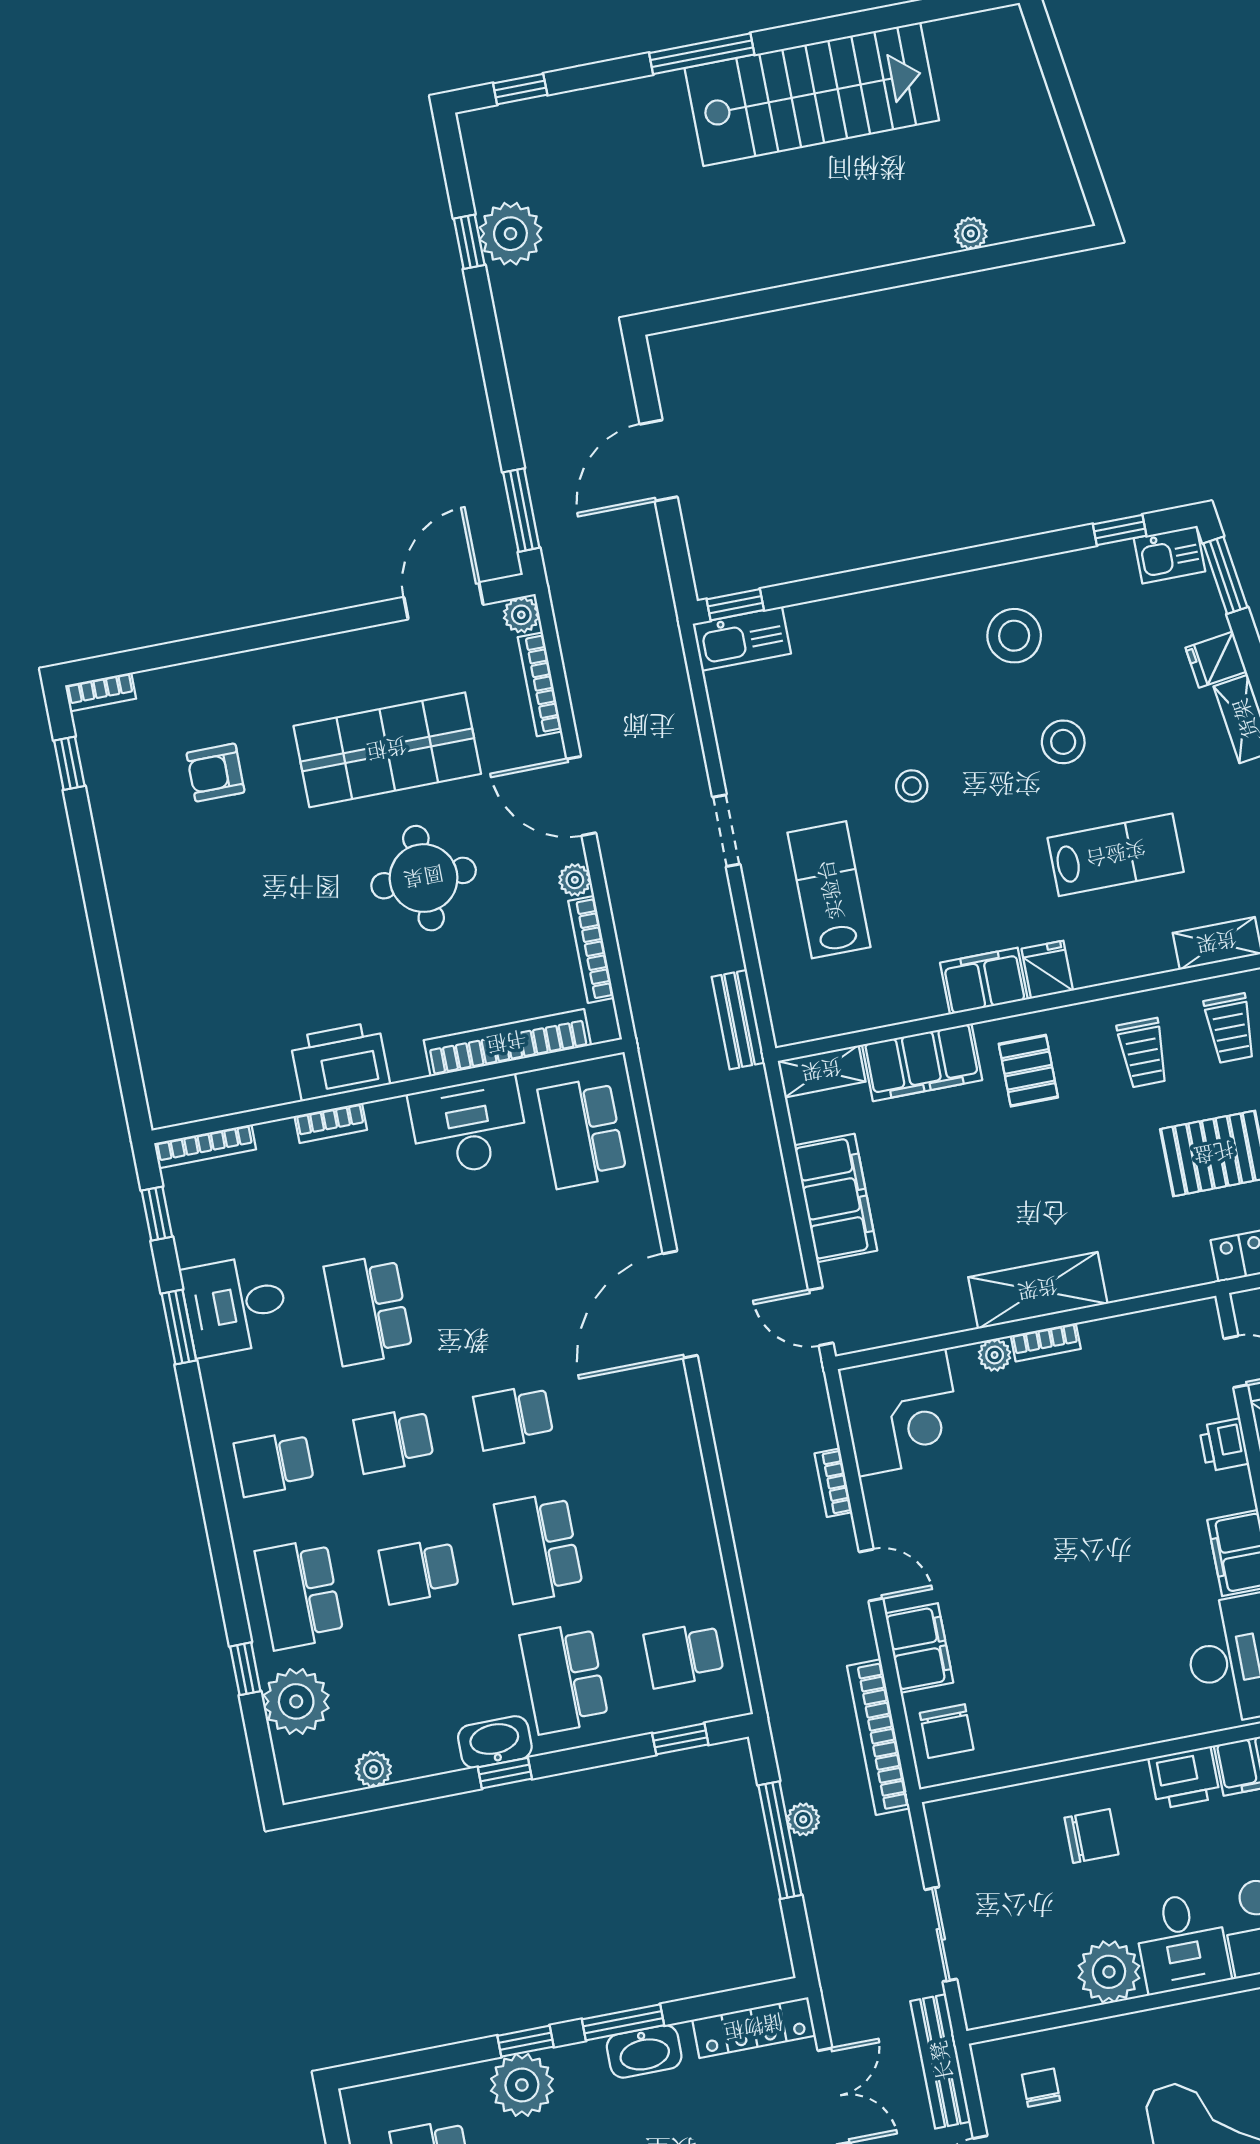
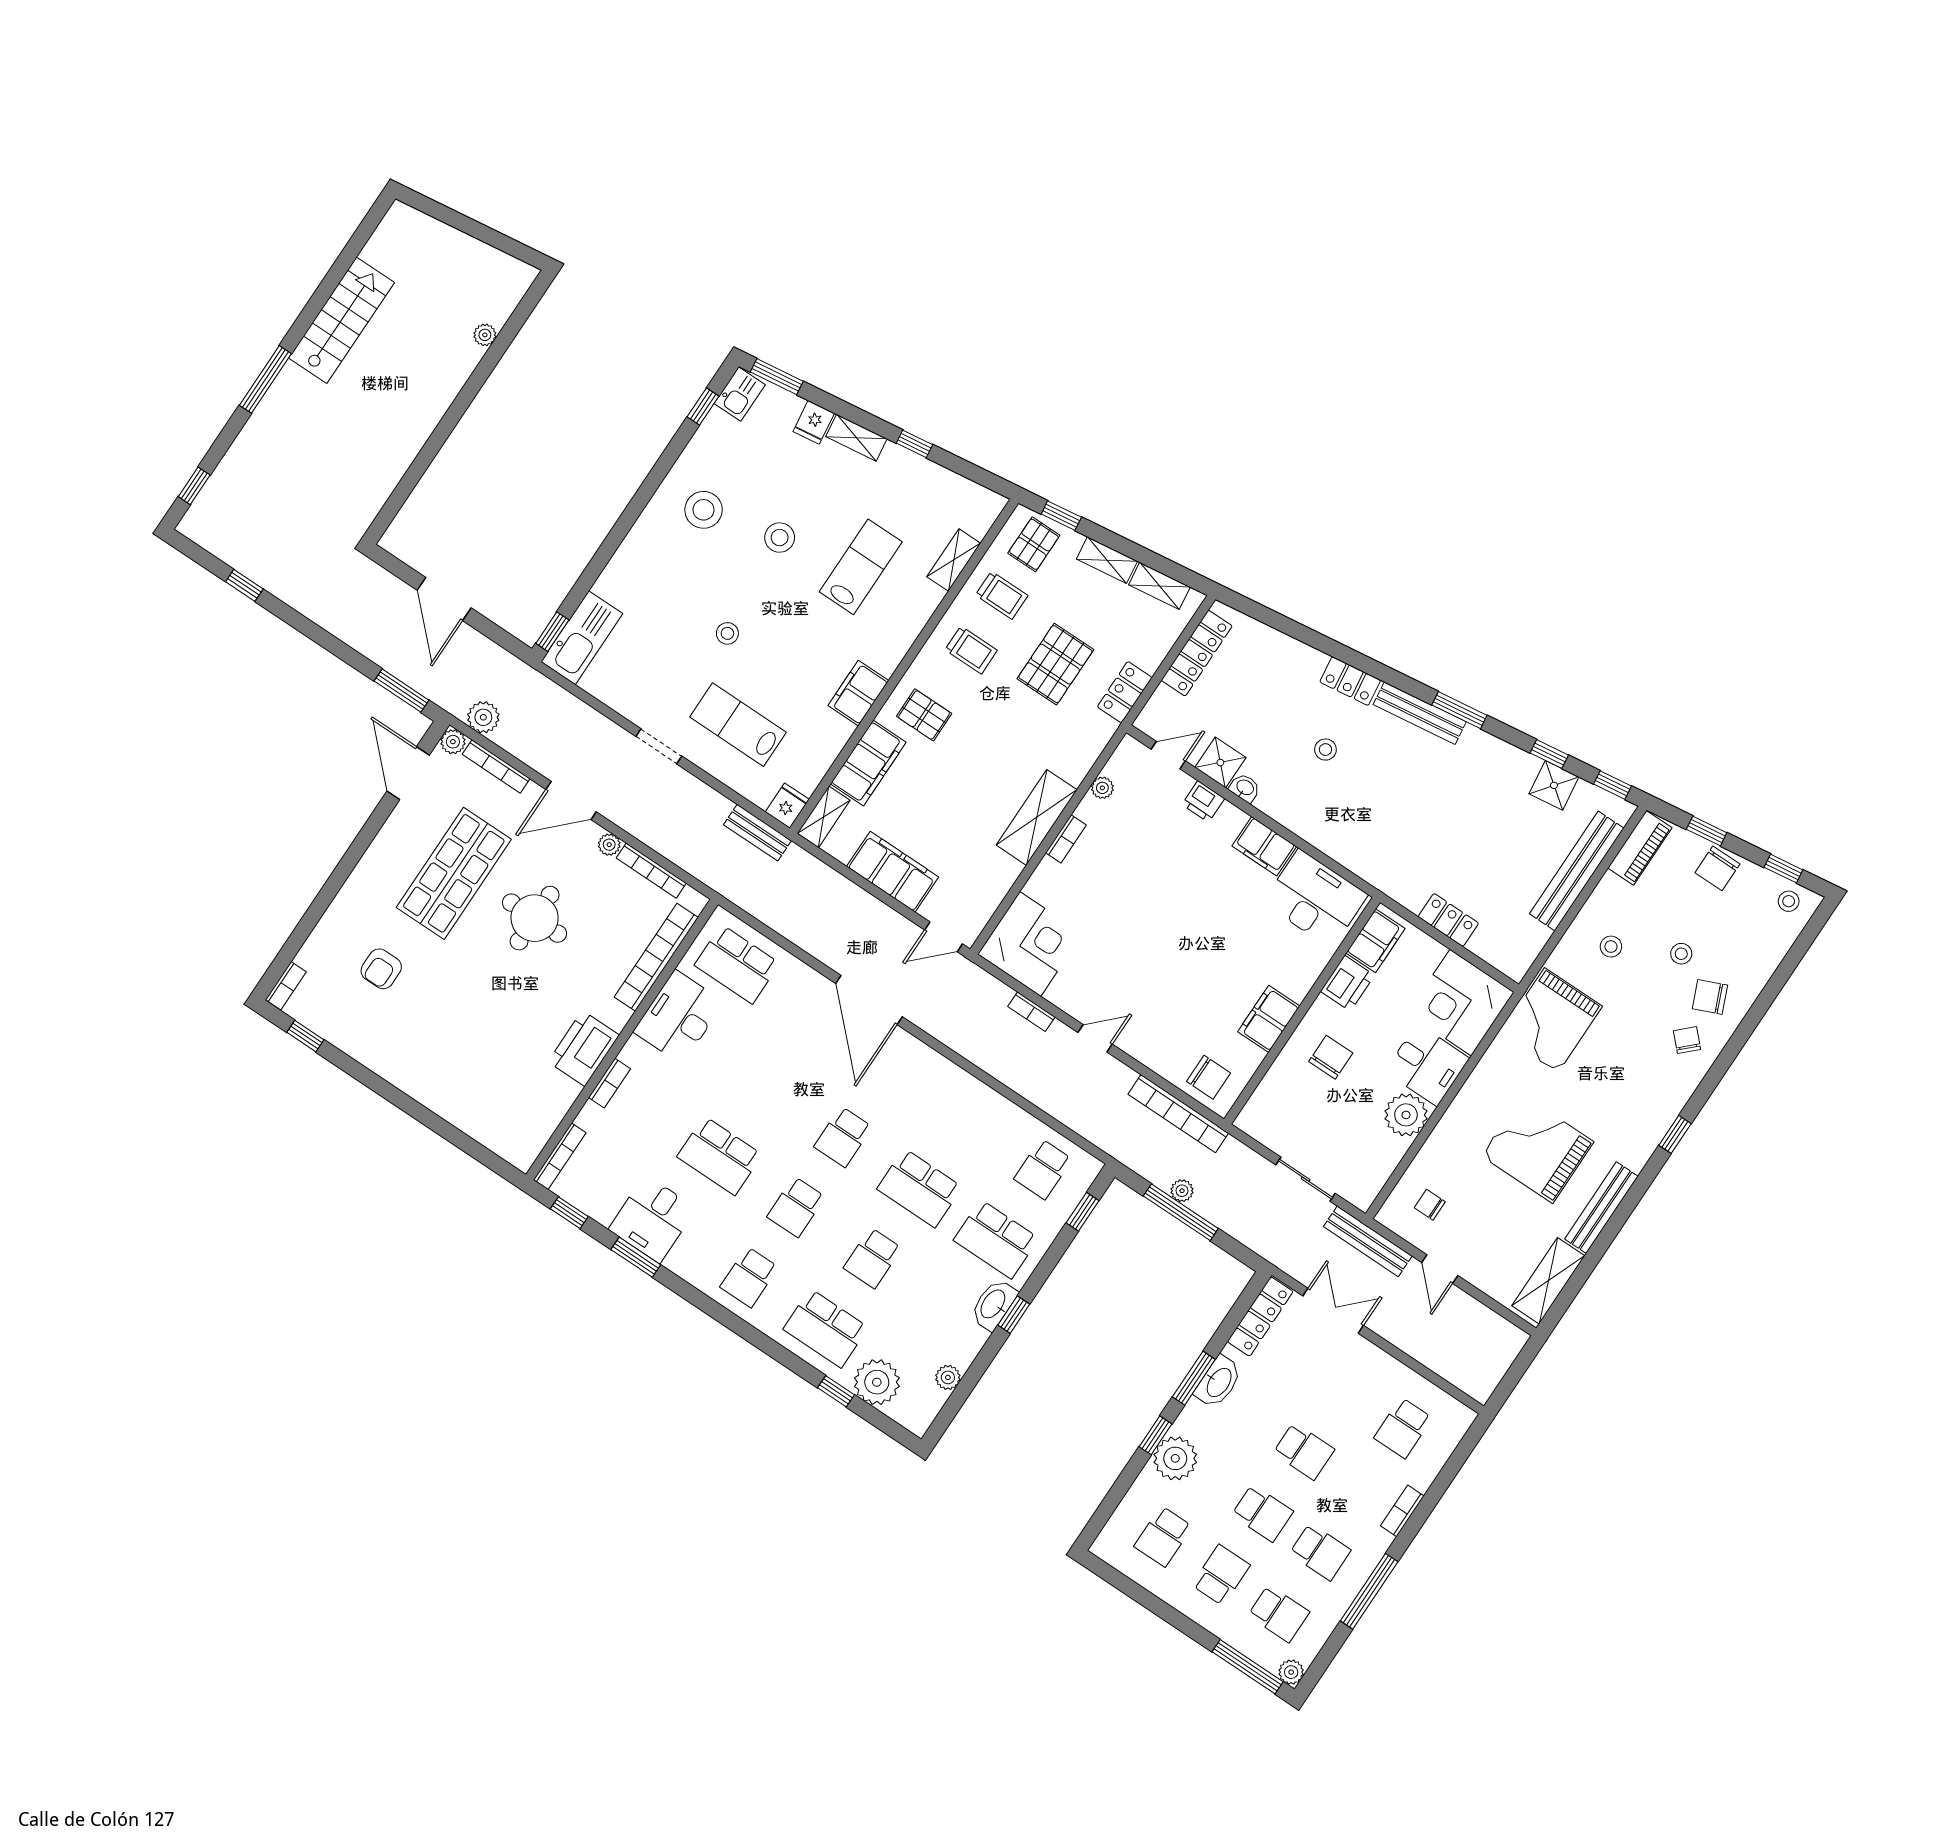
stairs: (812, 94) -> (341, 320), width x0.73, depth x0.66
plant: (510, 234) -> (483, 717), moved, width x0.73, depth x0.73
kitchen sink: (742, 639) -> (582, 638), width x1.36, depth x1.24
fridge: (1047, 970) -> (787, 806), moved, turned 90
plant: (995, 1355) -> (1102, 788), moved
filing cabinet: (919, 1648) -> (1269, 1019), moved, turned -90

